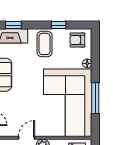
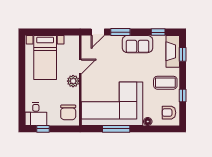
armchair: (77, 40) -> (169, 113), turned -90
door: (27, 138) -> (80, 66), hinge flipped

